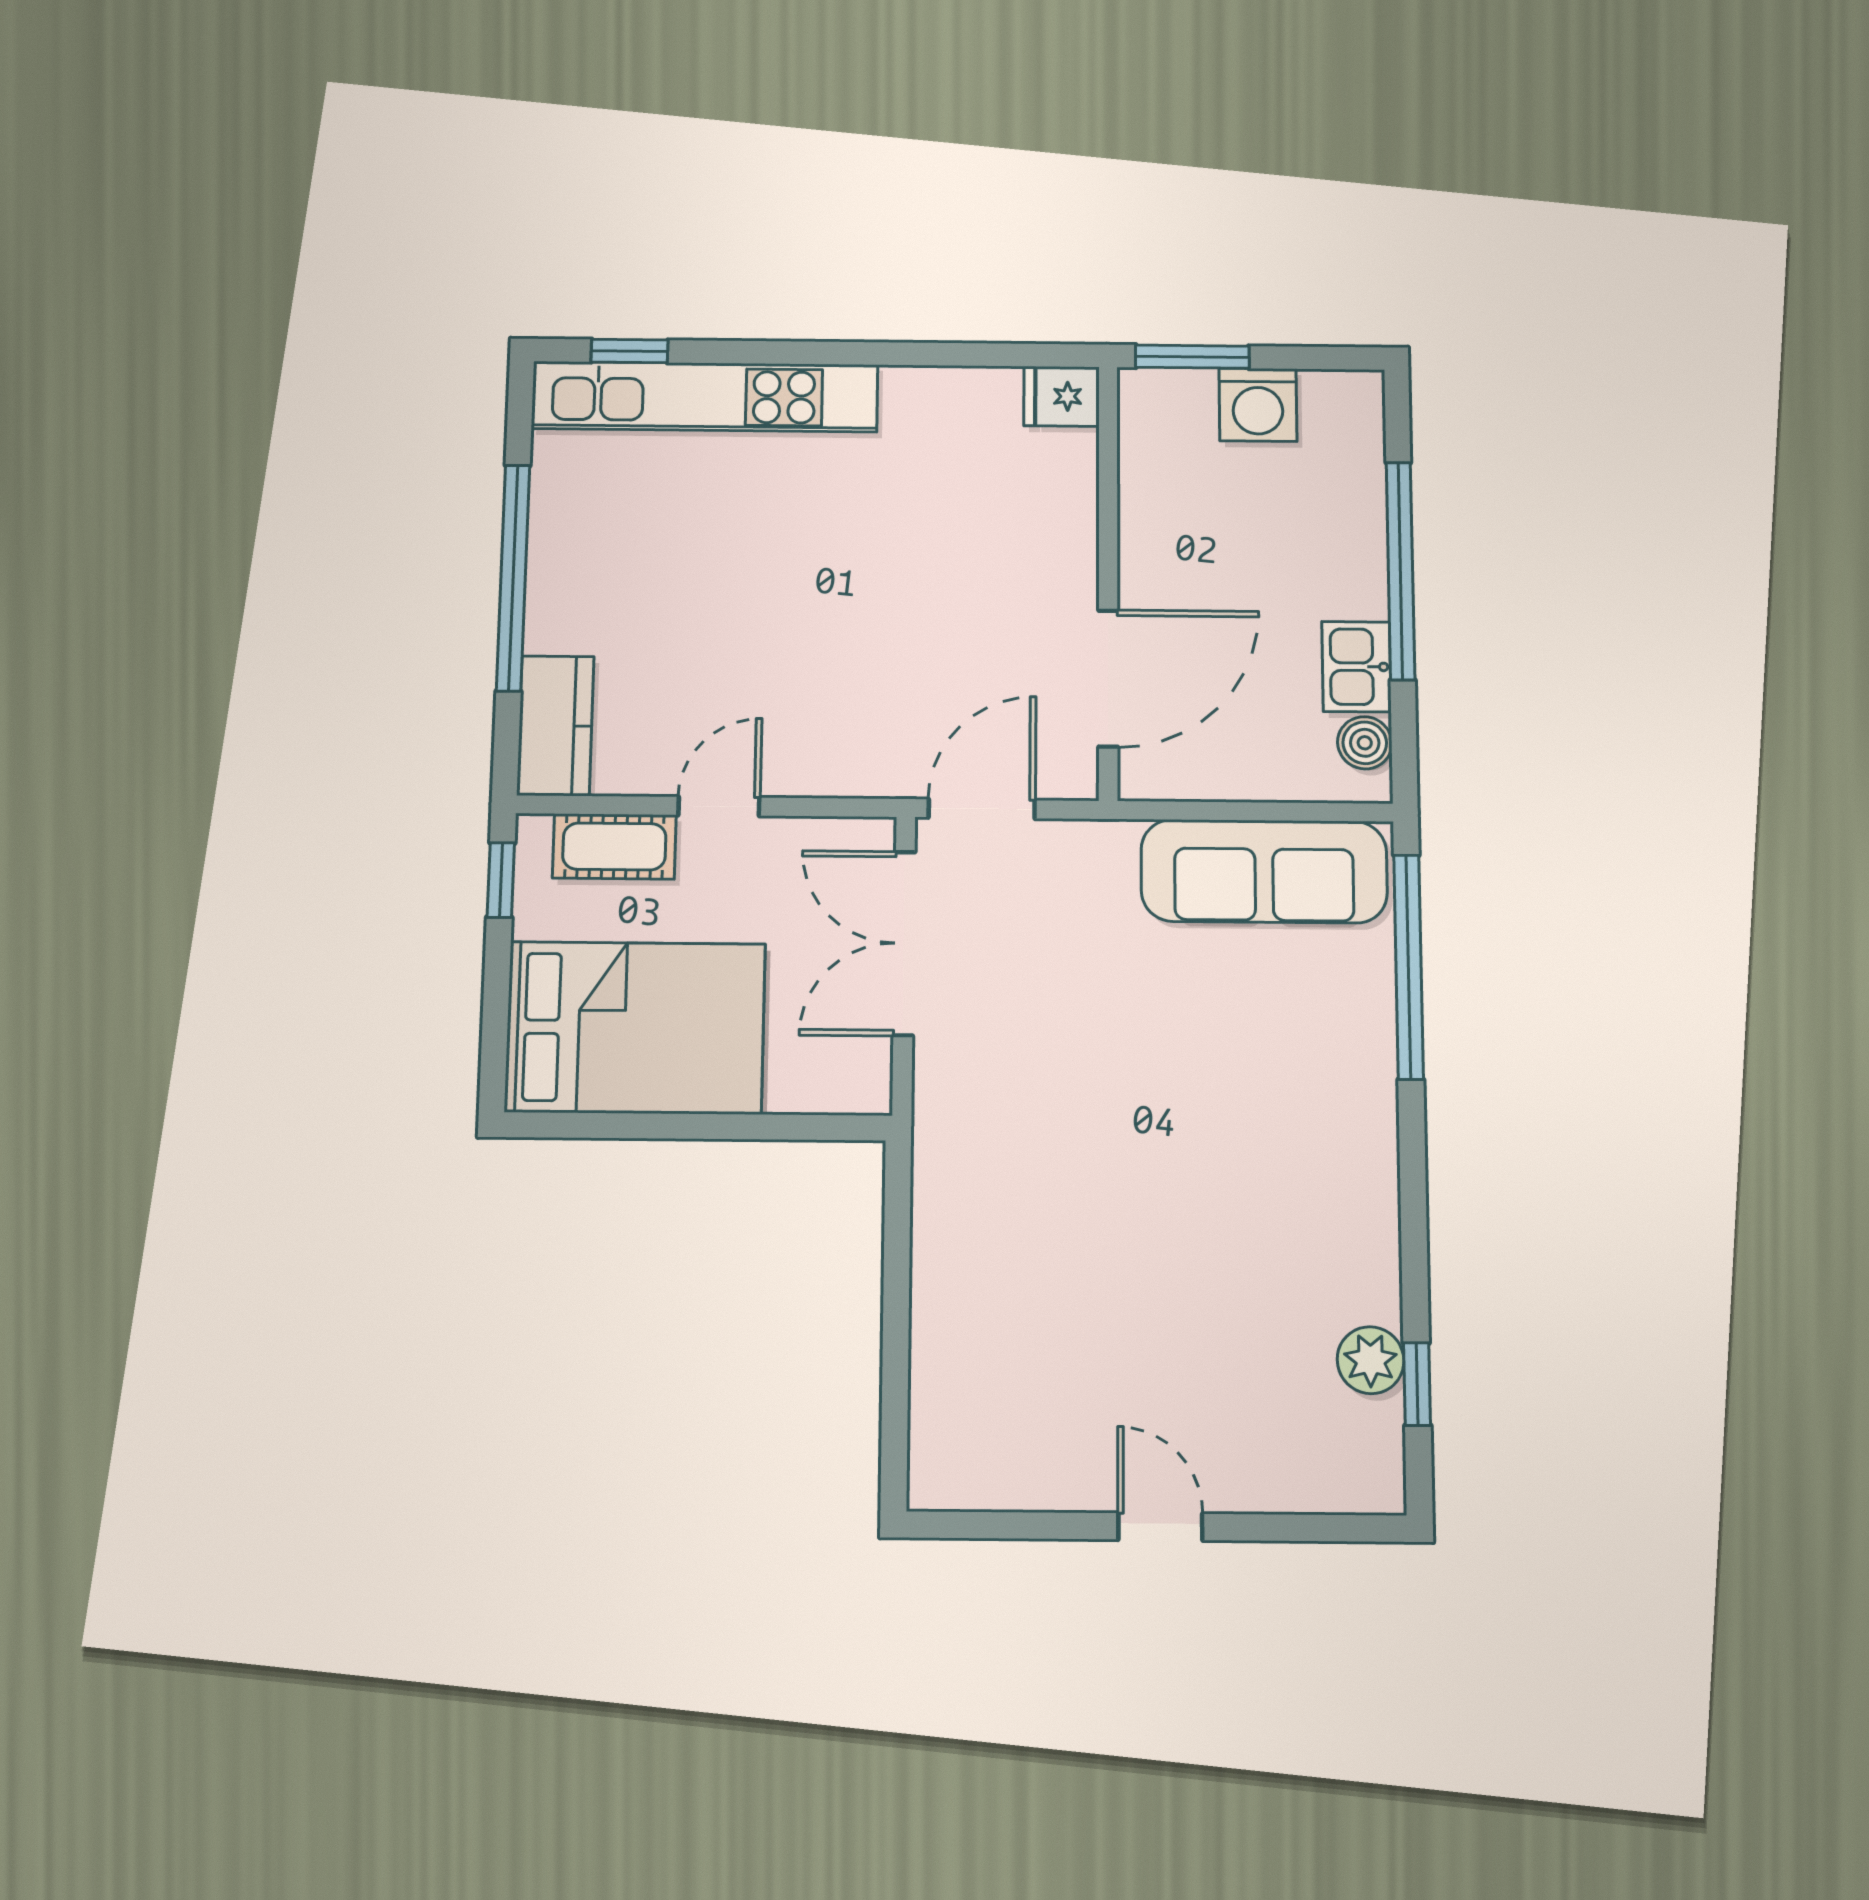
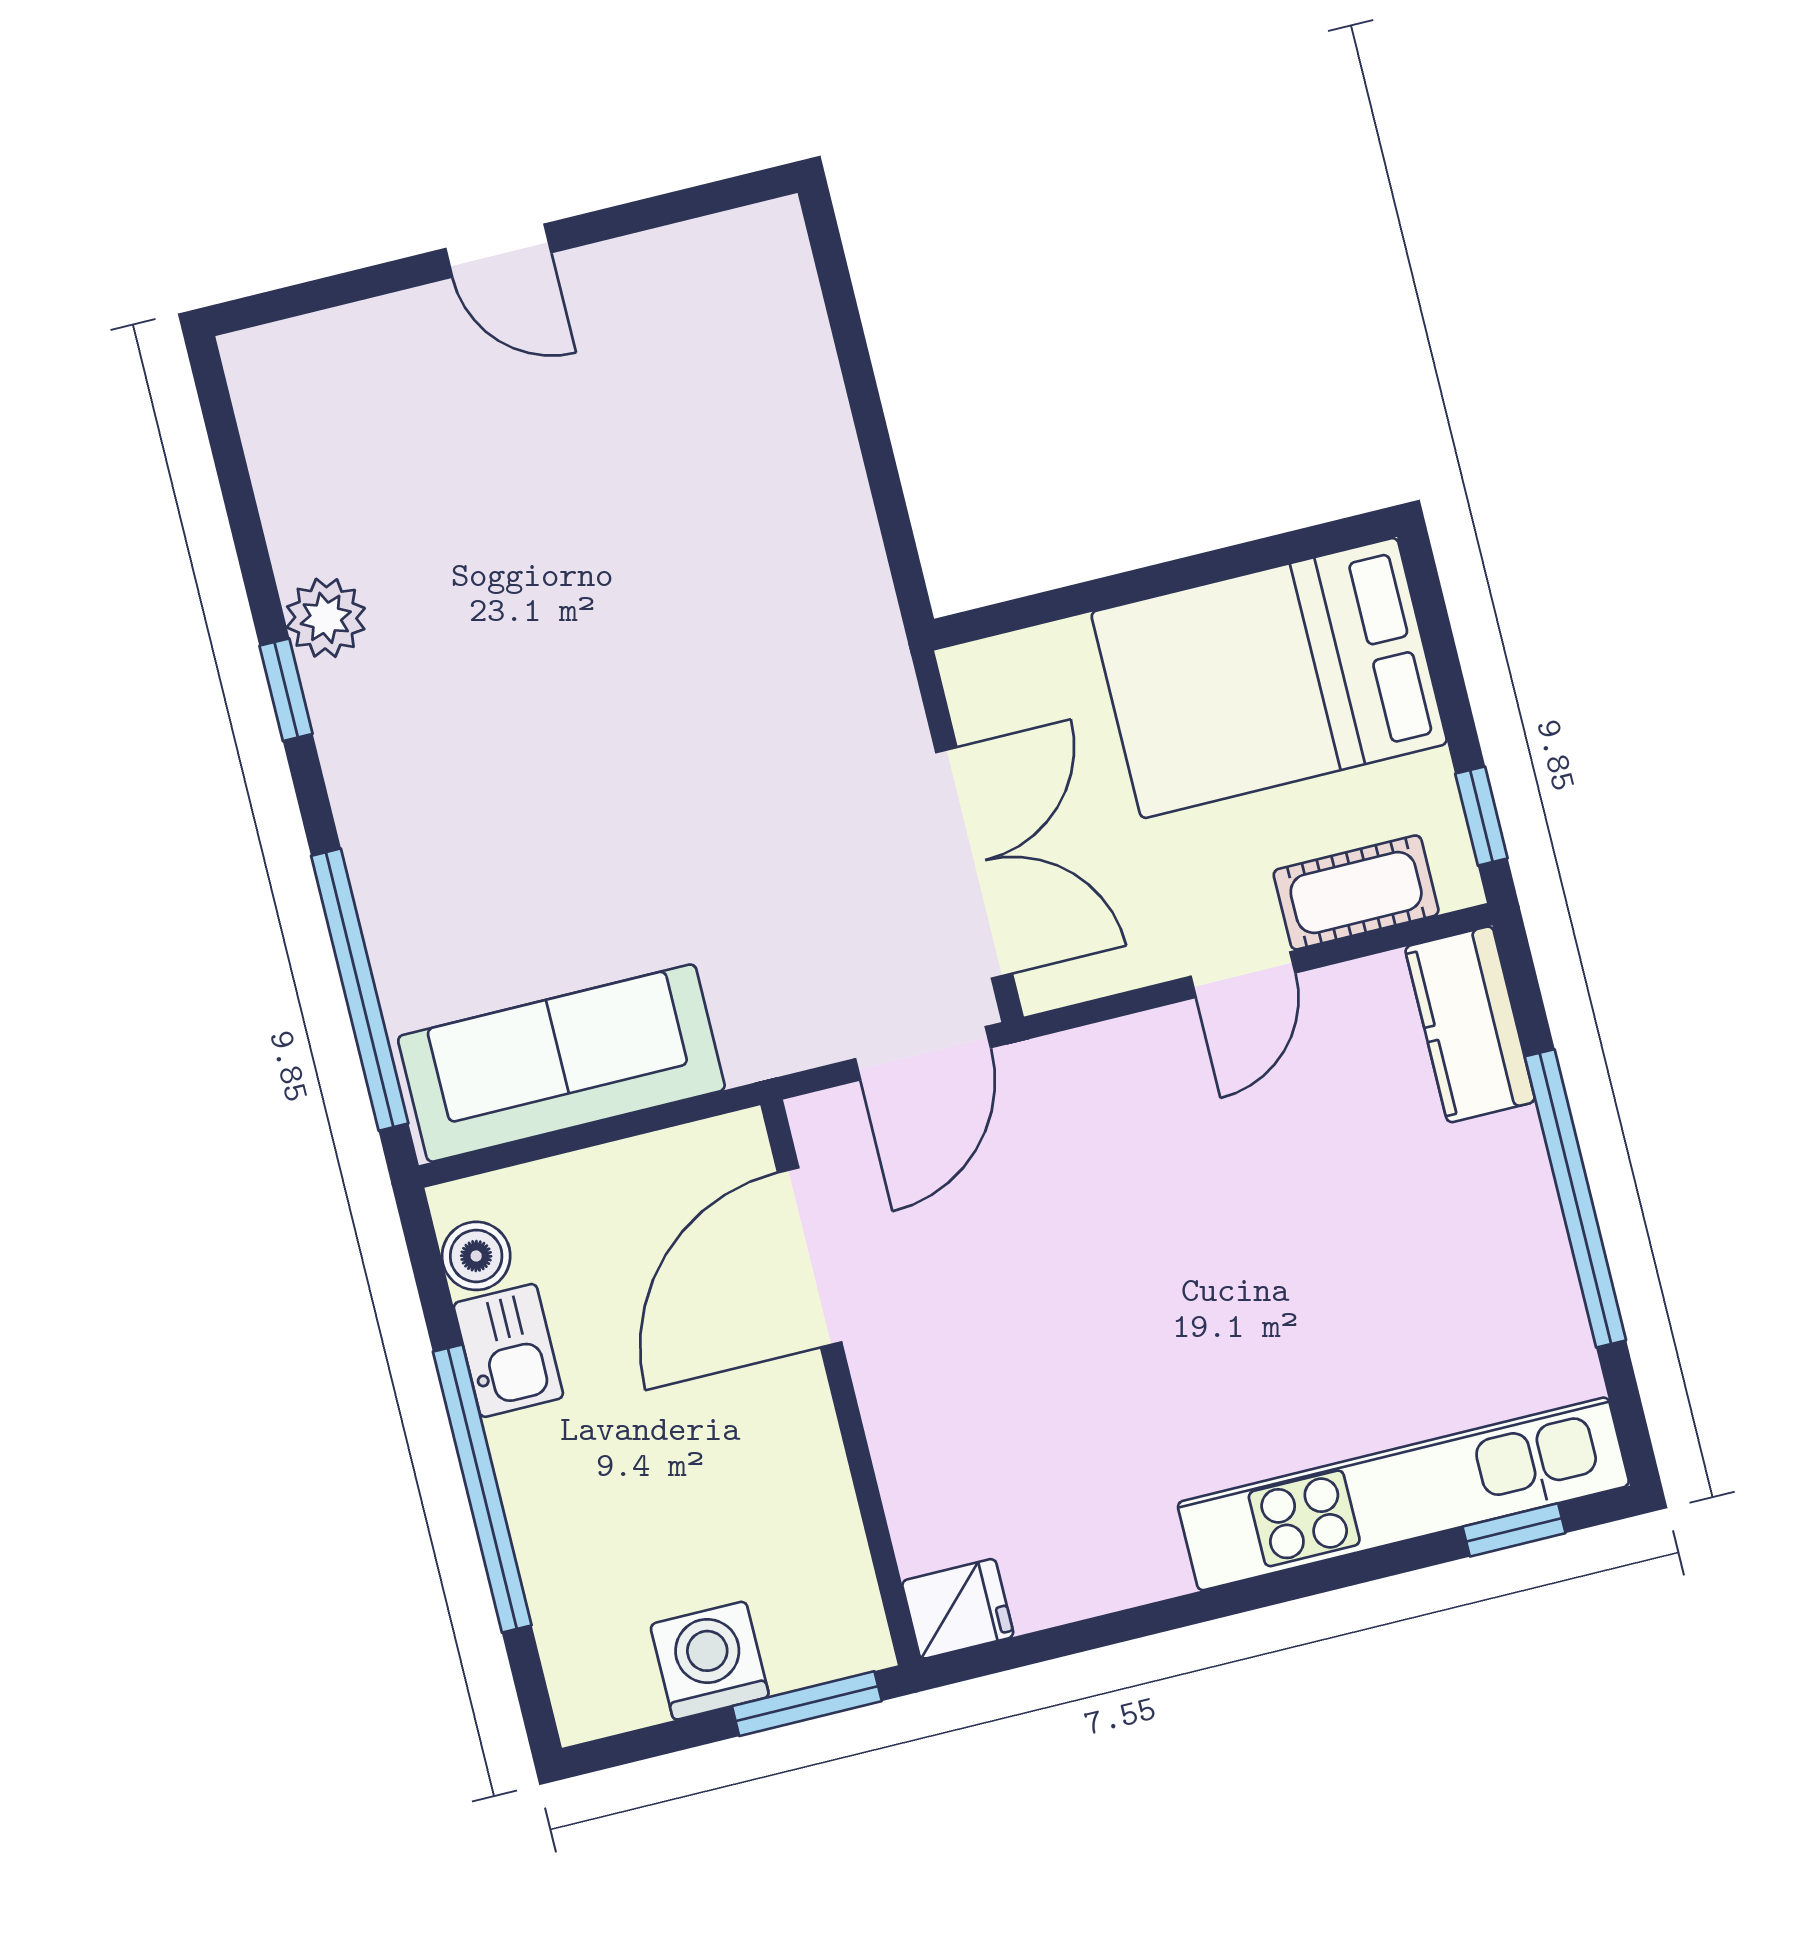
plant: (1371, 1360) -> (326, 618), moved
window: (1417, 1384) -> (286, 690), moved

